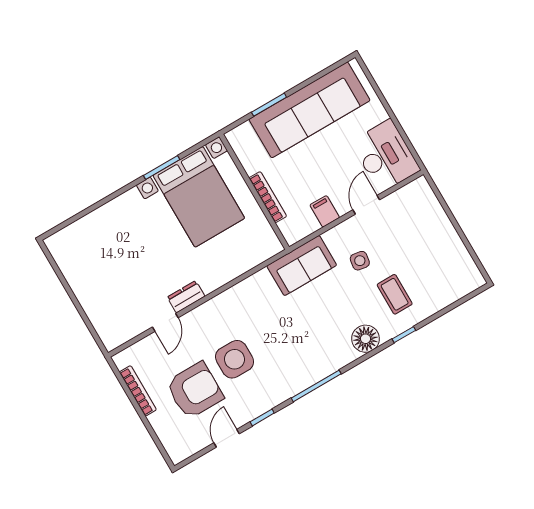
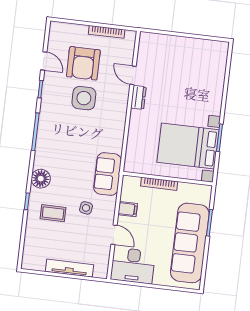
tv unit: (444, 227) -> (69, 268), added

